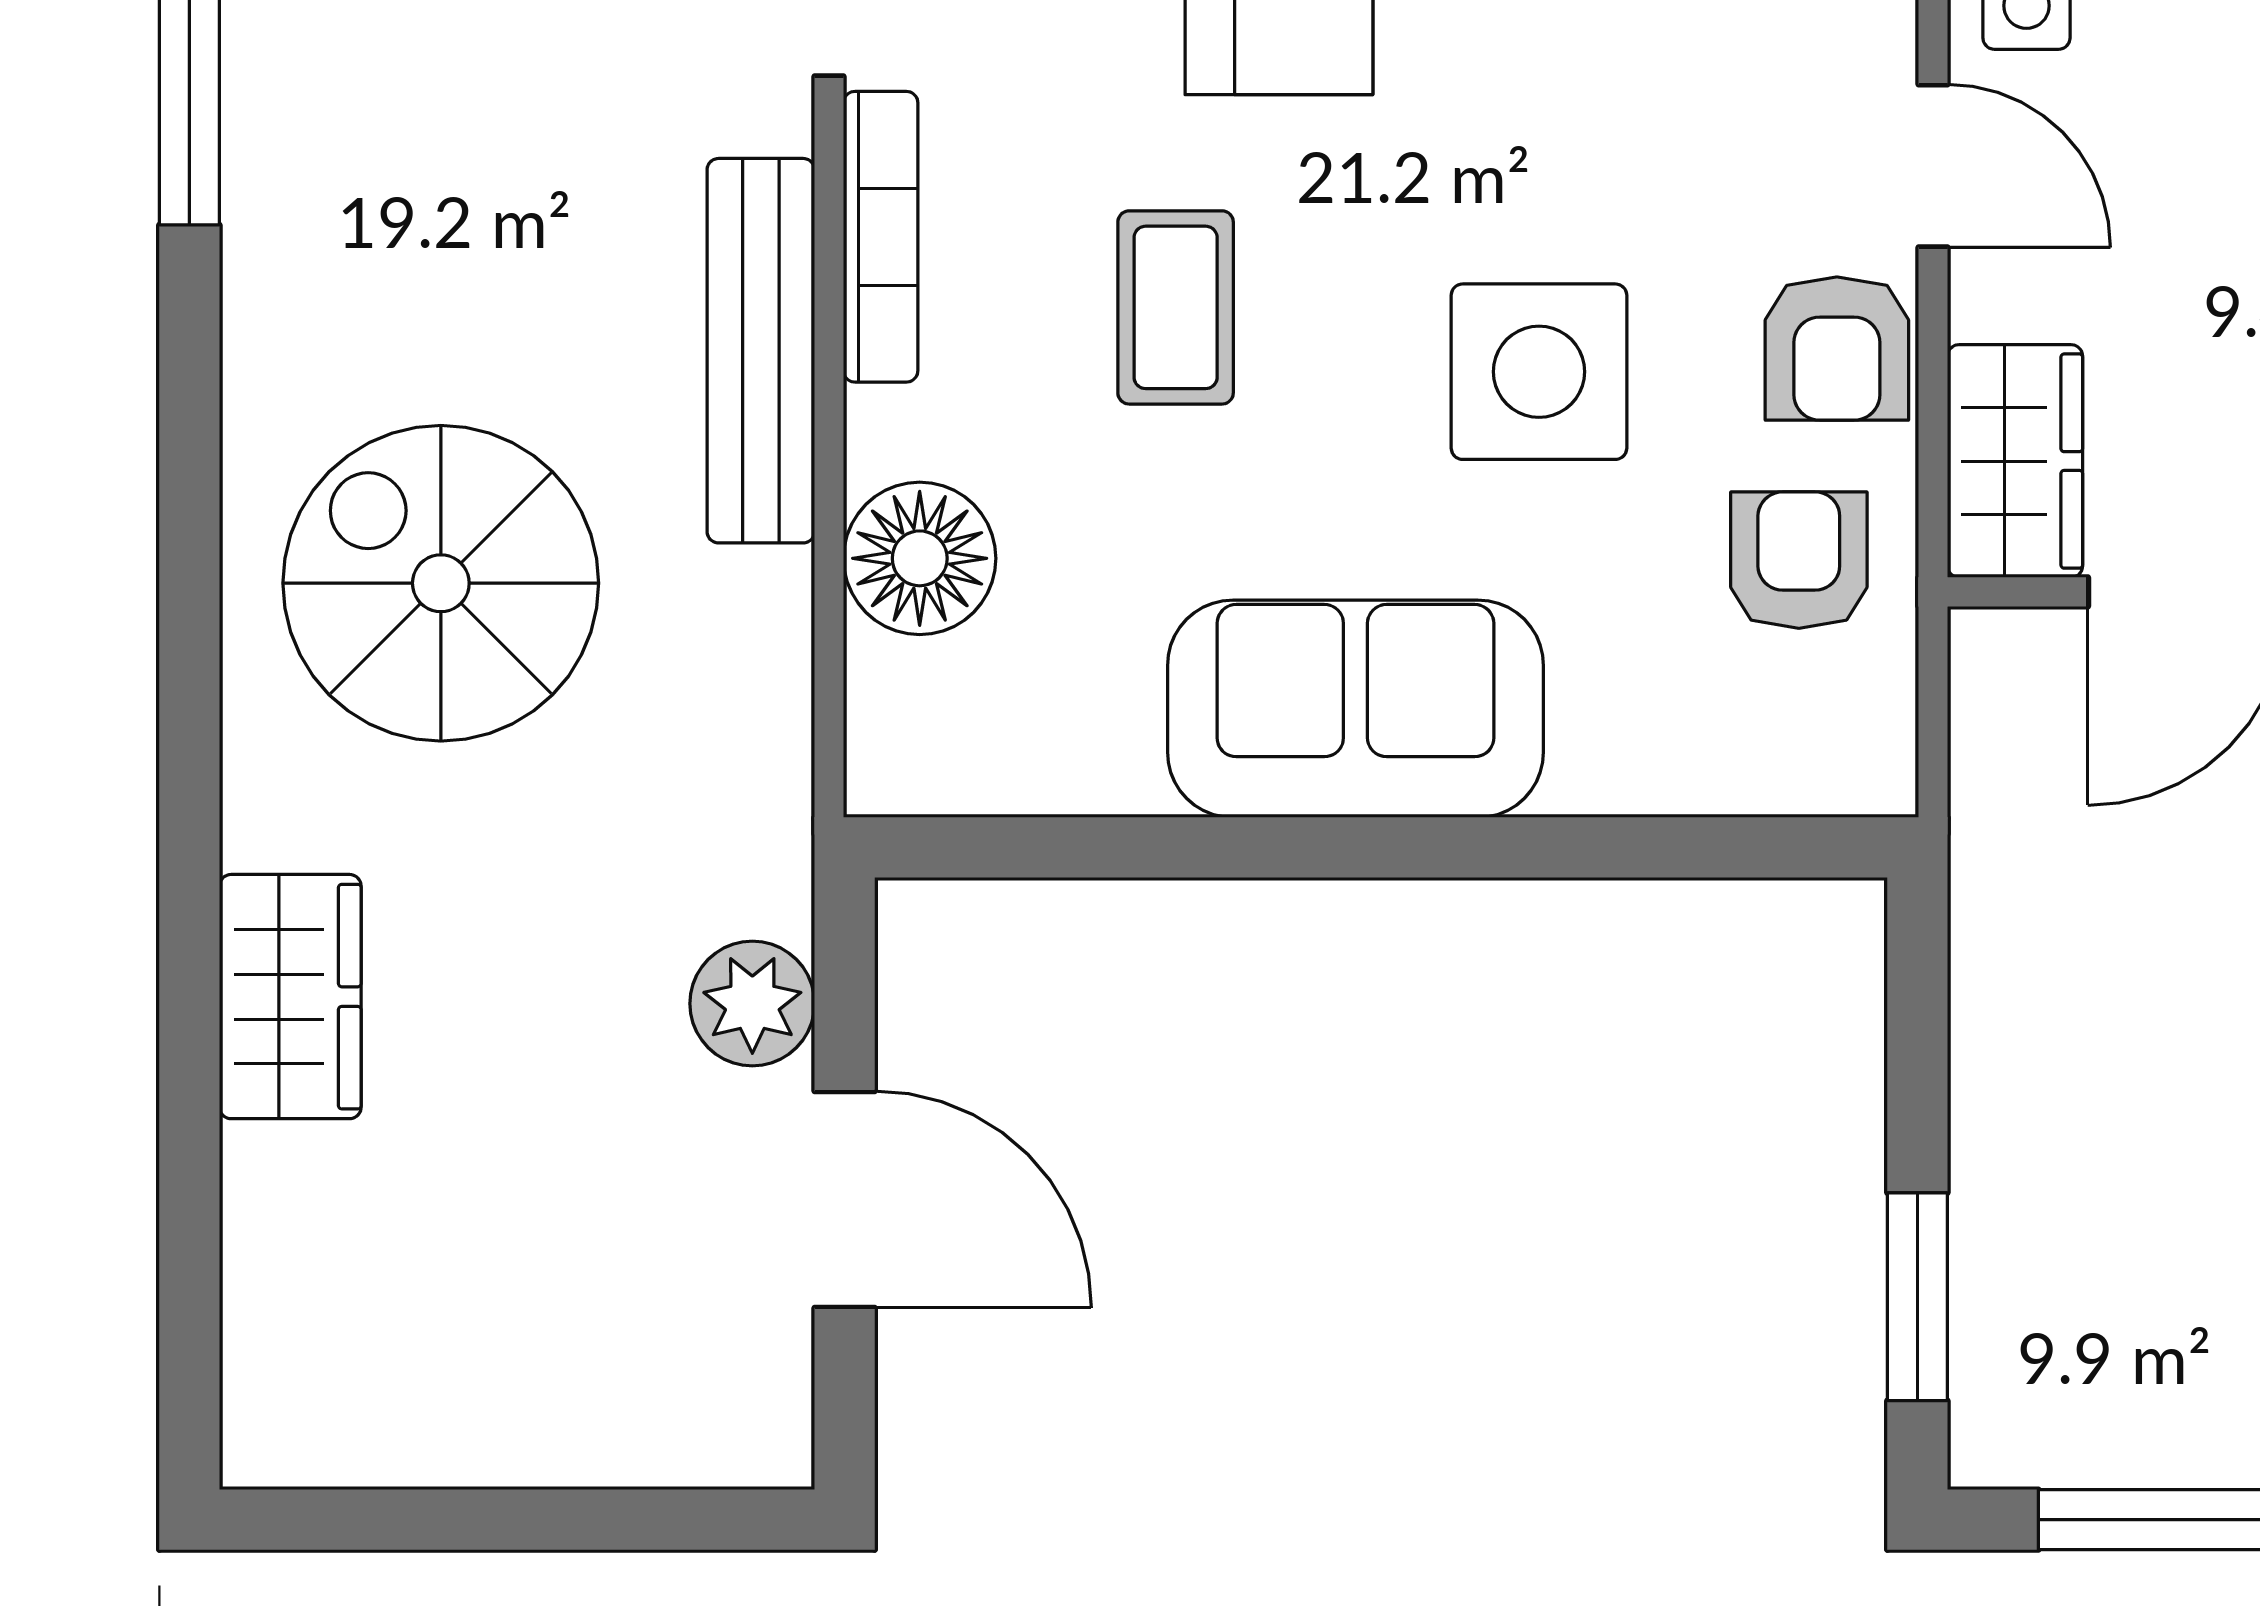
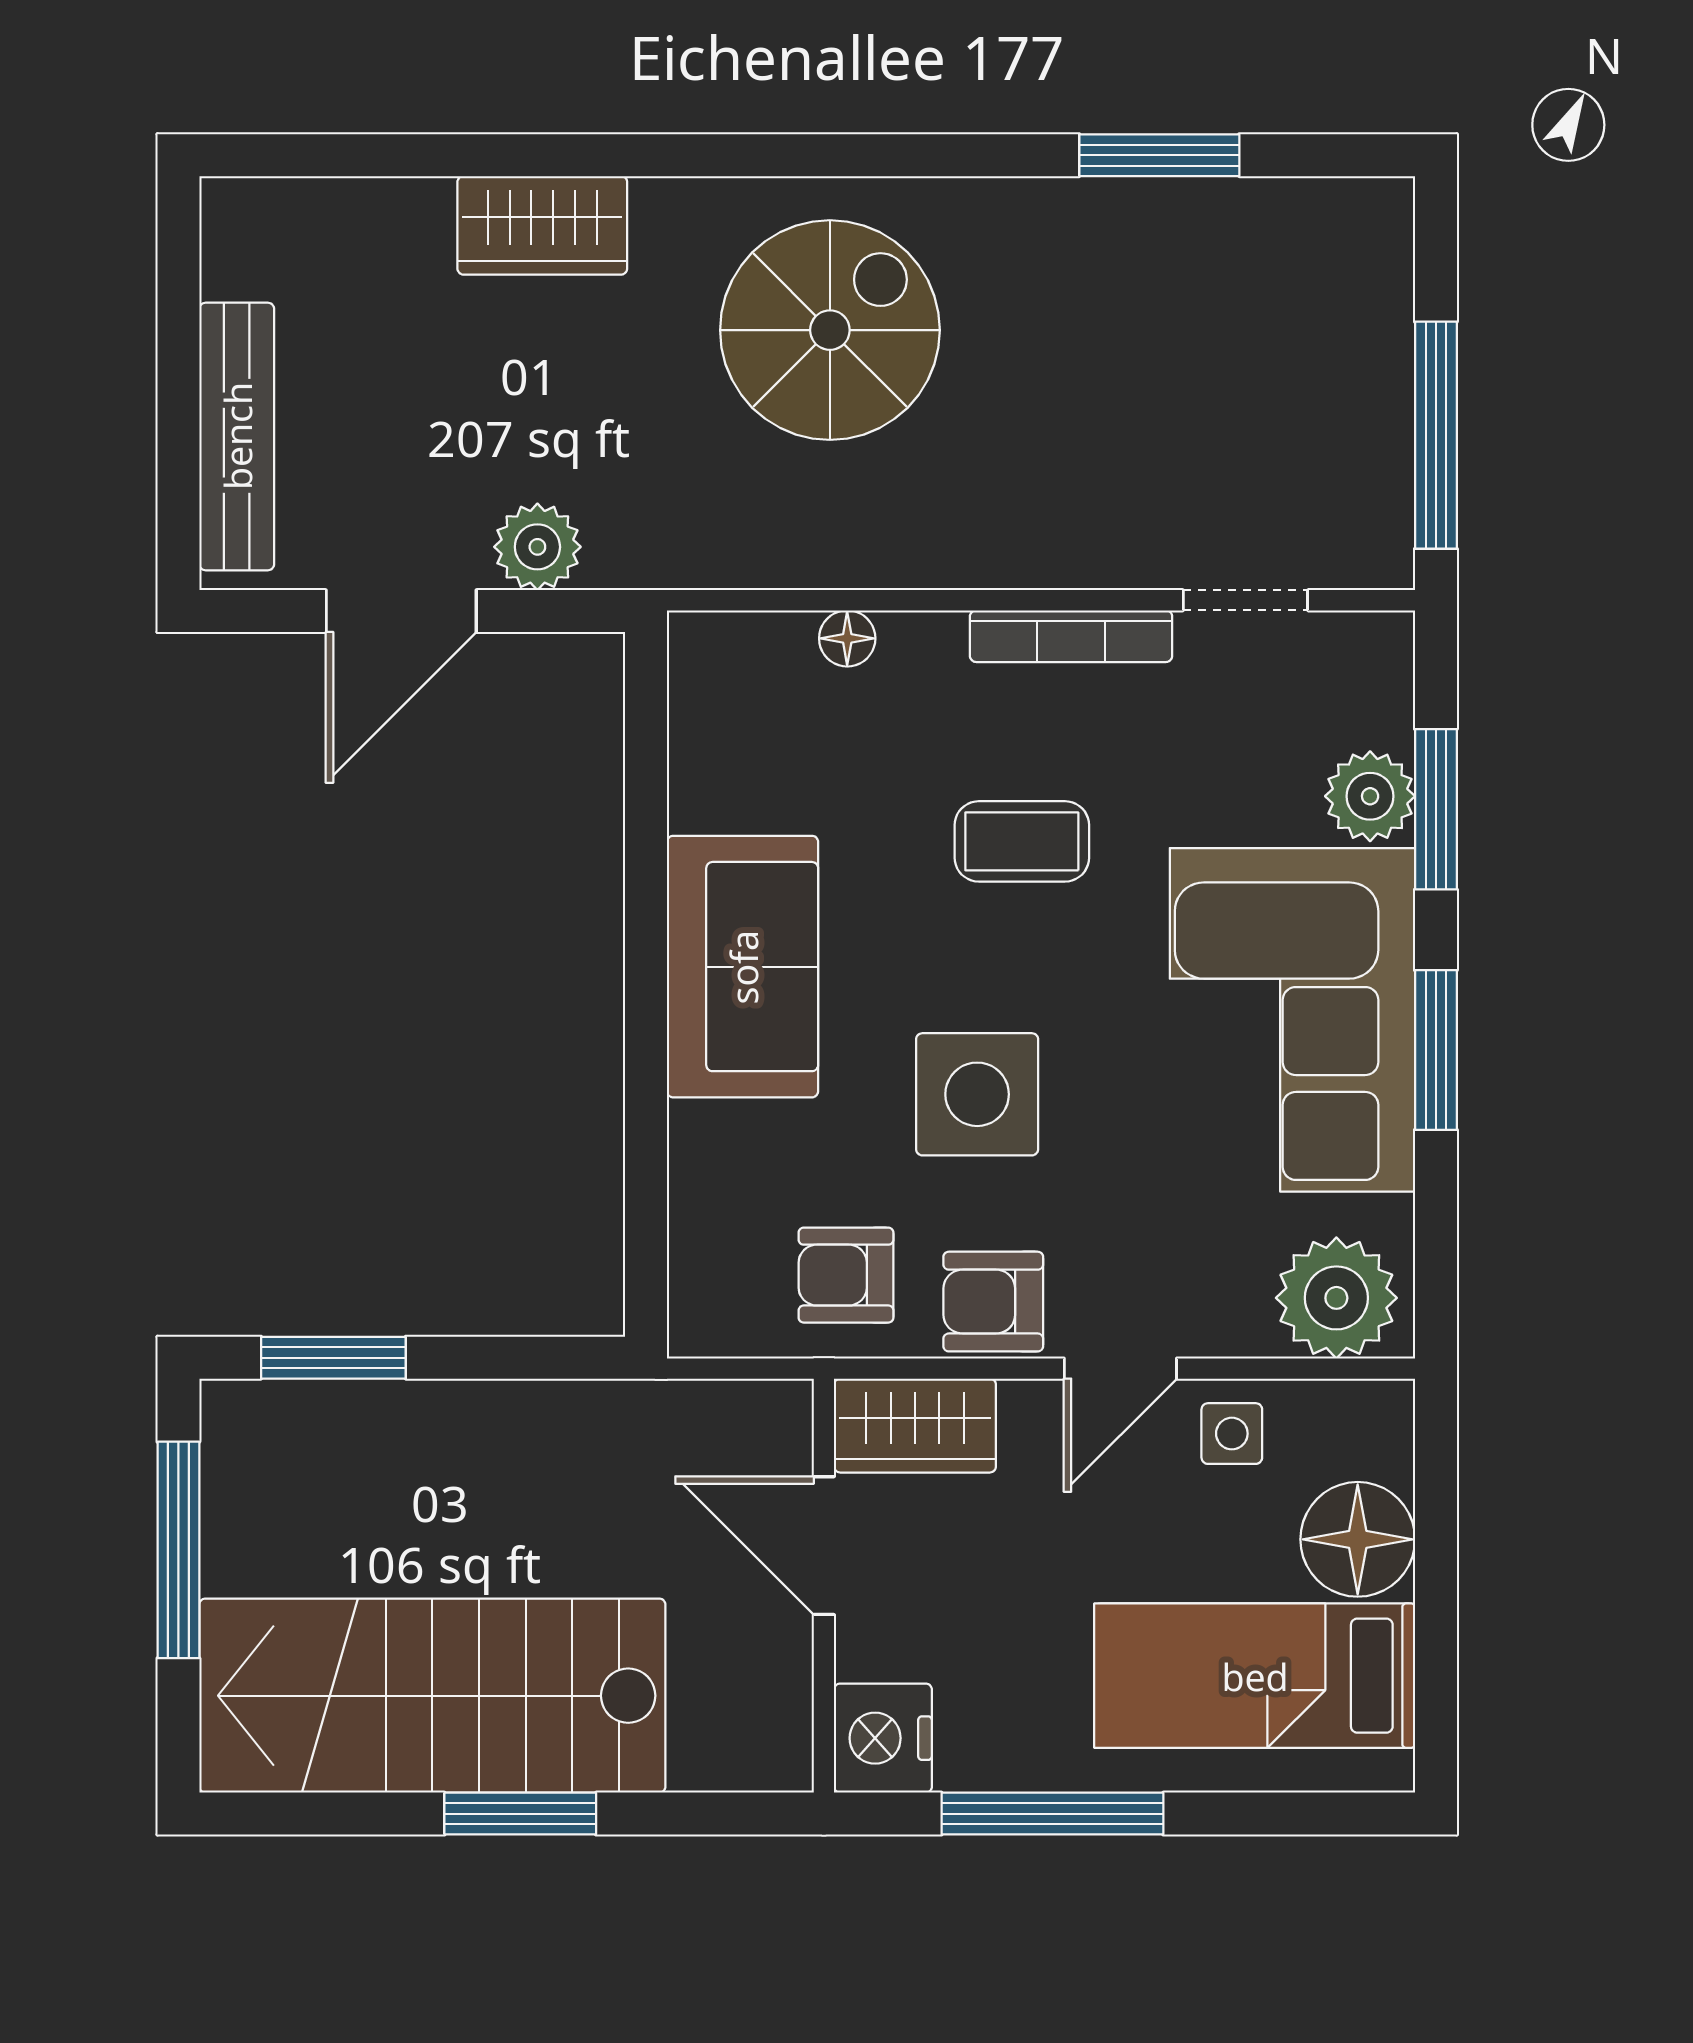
bench: (761, 351) -> (237, 436), moved, turned 90
floor lamp: (920, 558) -> (847, 638), width x0.53, depth x0.53
armchair: (1799, 560) -> (846, 1275), turned 180

